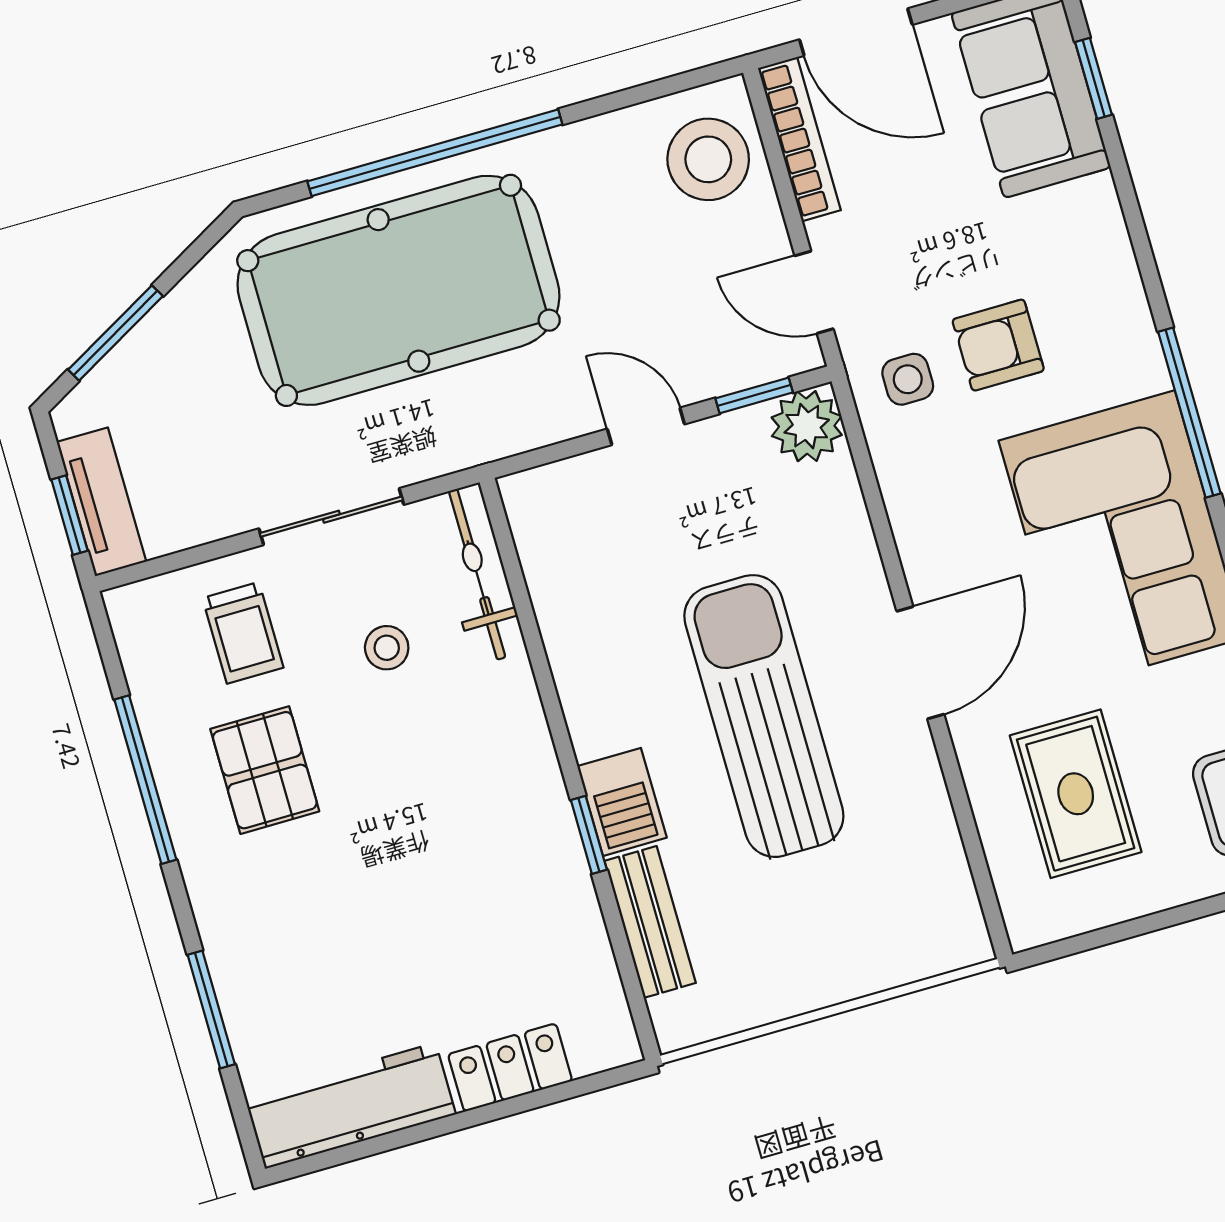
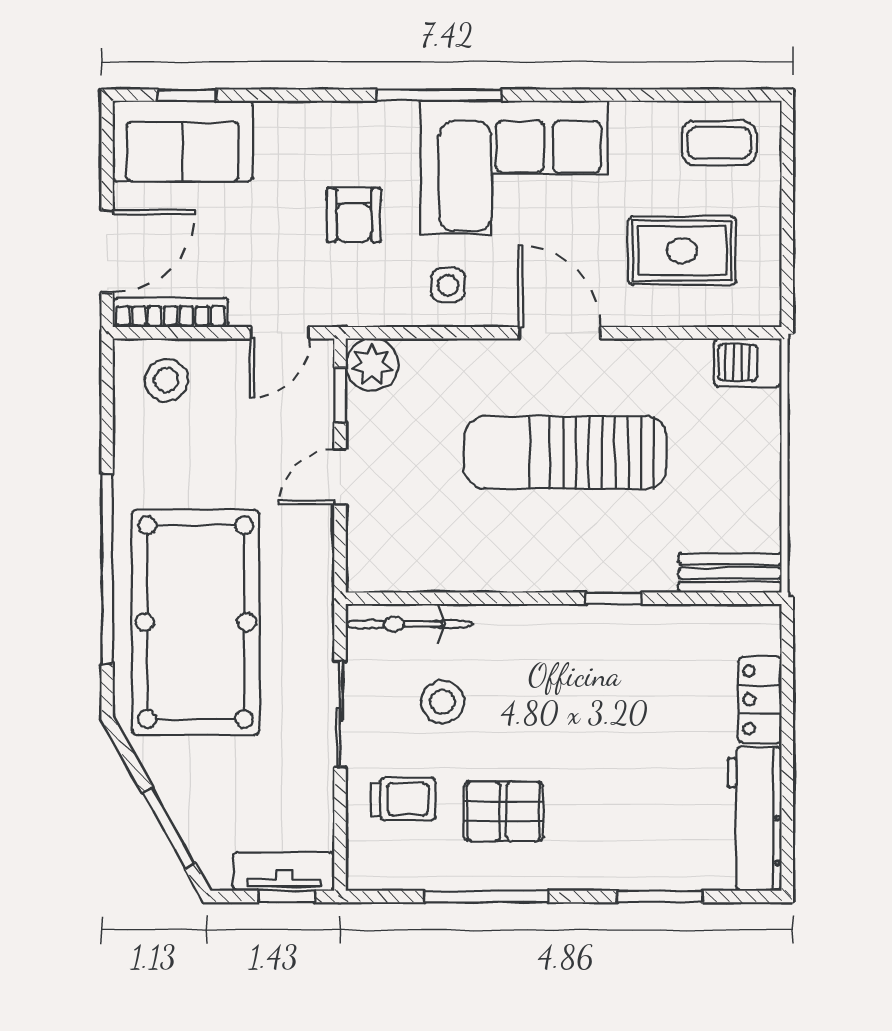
stool: (708, 159) -> (166, 380), width x0.73, depth x0.73
side table: (908, 379) -> (448, 285), moved
stool: (387, 648) -> (442, 702), width x1.37, depth x1.37
barbecue: (622, 802) -> (748, 362), moved, turned 180
bench: (650, 922) -> (730, 573), moved

